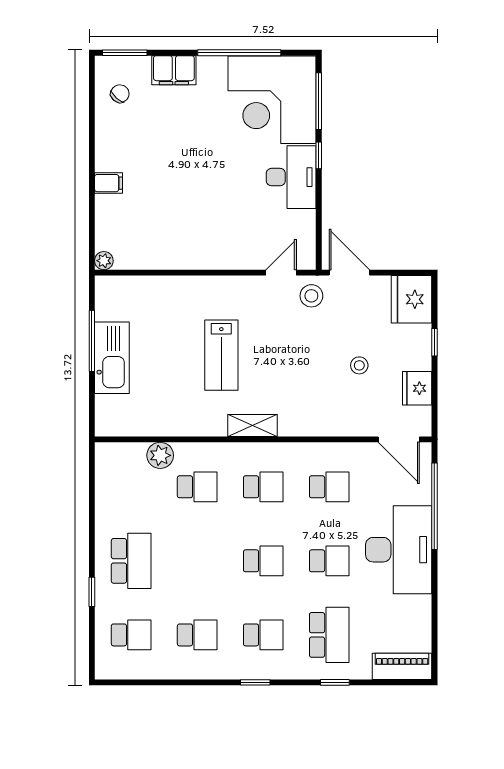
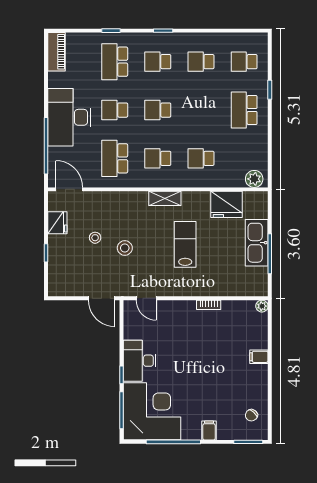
filing cabinet: (174, 70) -> (209, 430), width x0.50
bookcase: (185, 263) -> (209, 305), added
door: (281, 273) -> (146, 298), hinge flipped
stool: (311, 296) -> (125, 248), moved
fridge: (412, 299) -> (227, 204), moved, turned 90
plant: (160, 455) -> (254, 179), moved
school desk: (329, 487) -> (115, 158), width x1.85
piano: (402, 666) -> (56, 52), moved, turned -90

